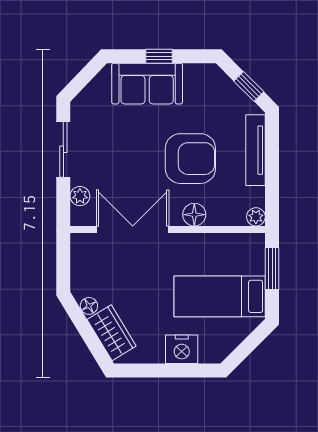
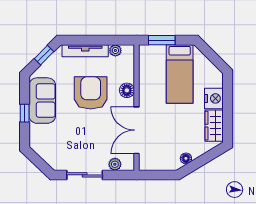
sofa: (147, 84) -> (42, 101), moved
plant: (256, 217) -> (115, 50), moved
wardrobe: (112, 333) -> (214, 126), moved, turned -59

